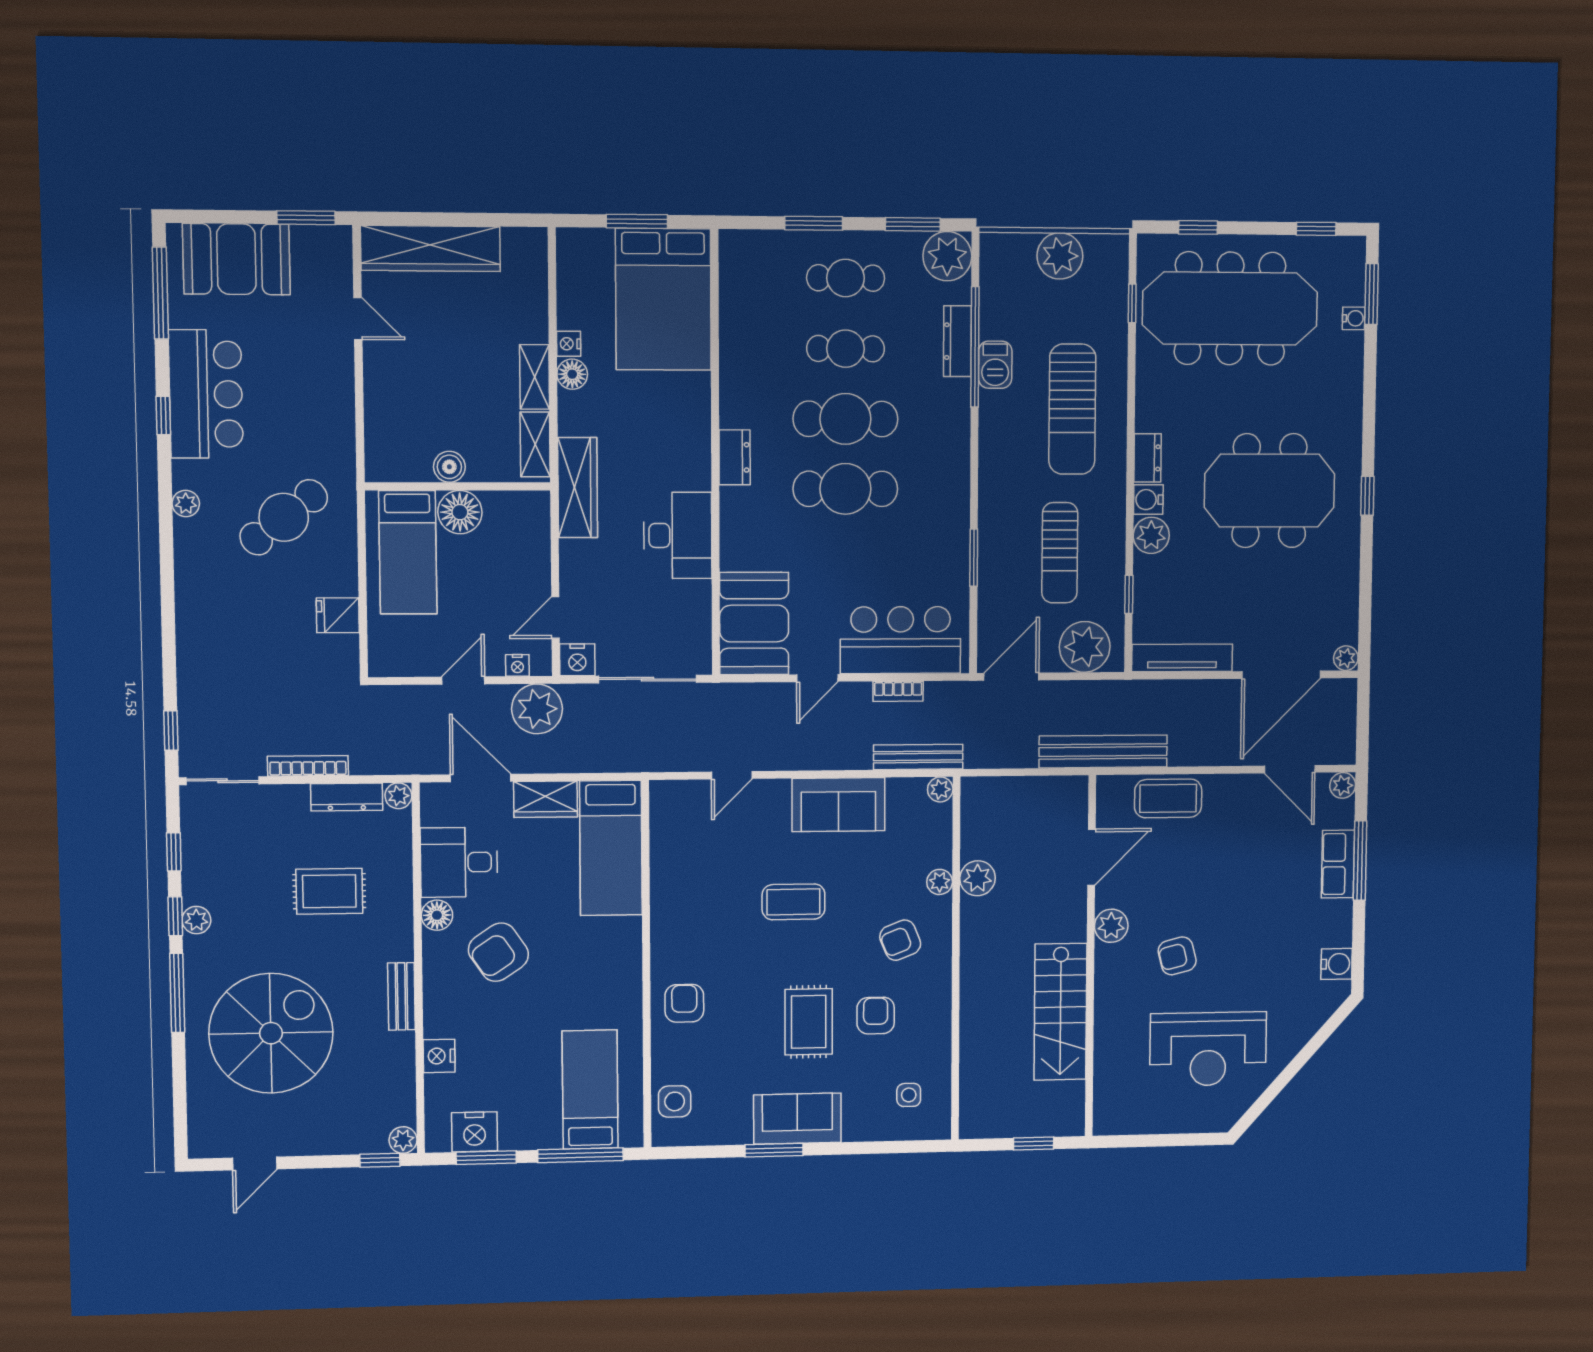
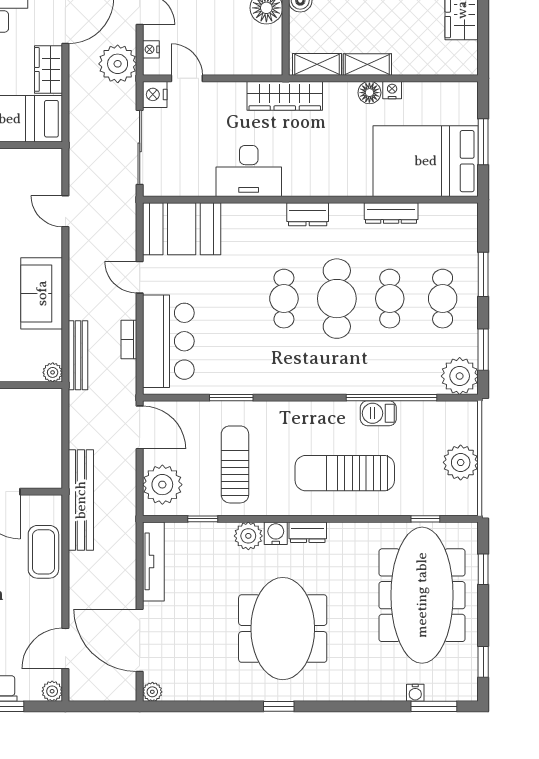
dresser: (957, 341) -> (391, 213), moved, turned 180
cafe table: (845, 489) -> (284, 299), width x0.73, depth x0.74
sun lounger: (1060, 553) -> (235, 464), turned 90

